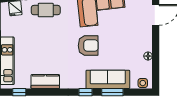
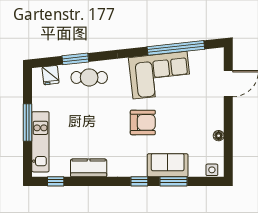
sofa: (108, 79) -> (168, 165), width x0.73

